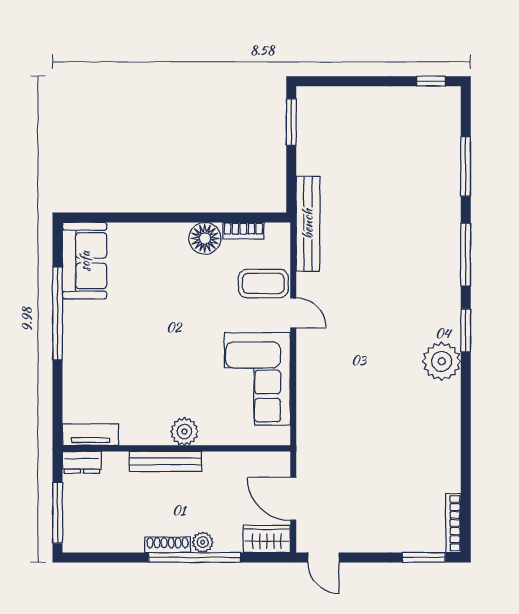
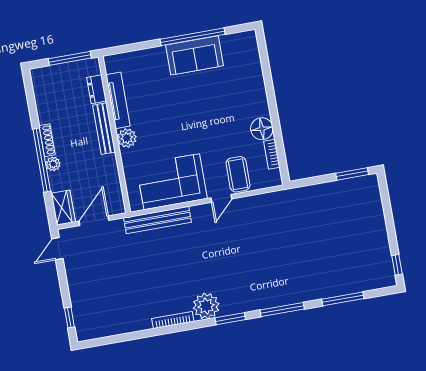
bench: (308, 224) -> (157, 220), moved
sofa: (85, 261) -> (195, 55), moved
tv unit: (91, 435) -> (118, 100), moved, width x1.41
dresser: (82, 462) -> (97, 89), moved
window: (58, 513) -> (70, 58), moved
bookcase: (453, 523) -> (173, 320), moved
window: (424, 557) -> (69, 318), width x0.67

